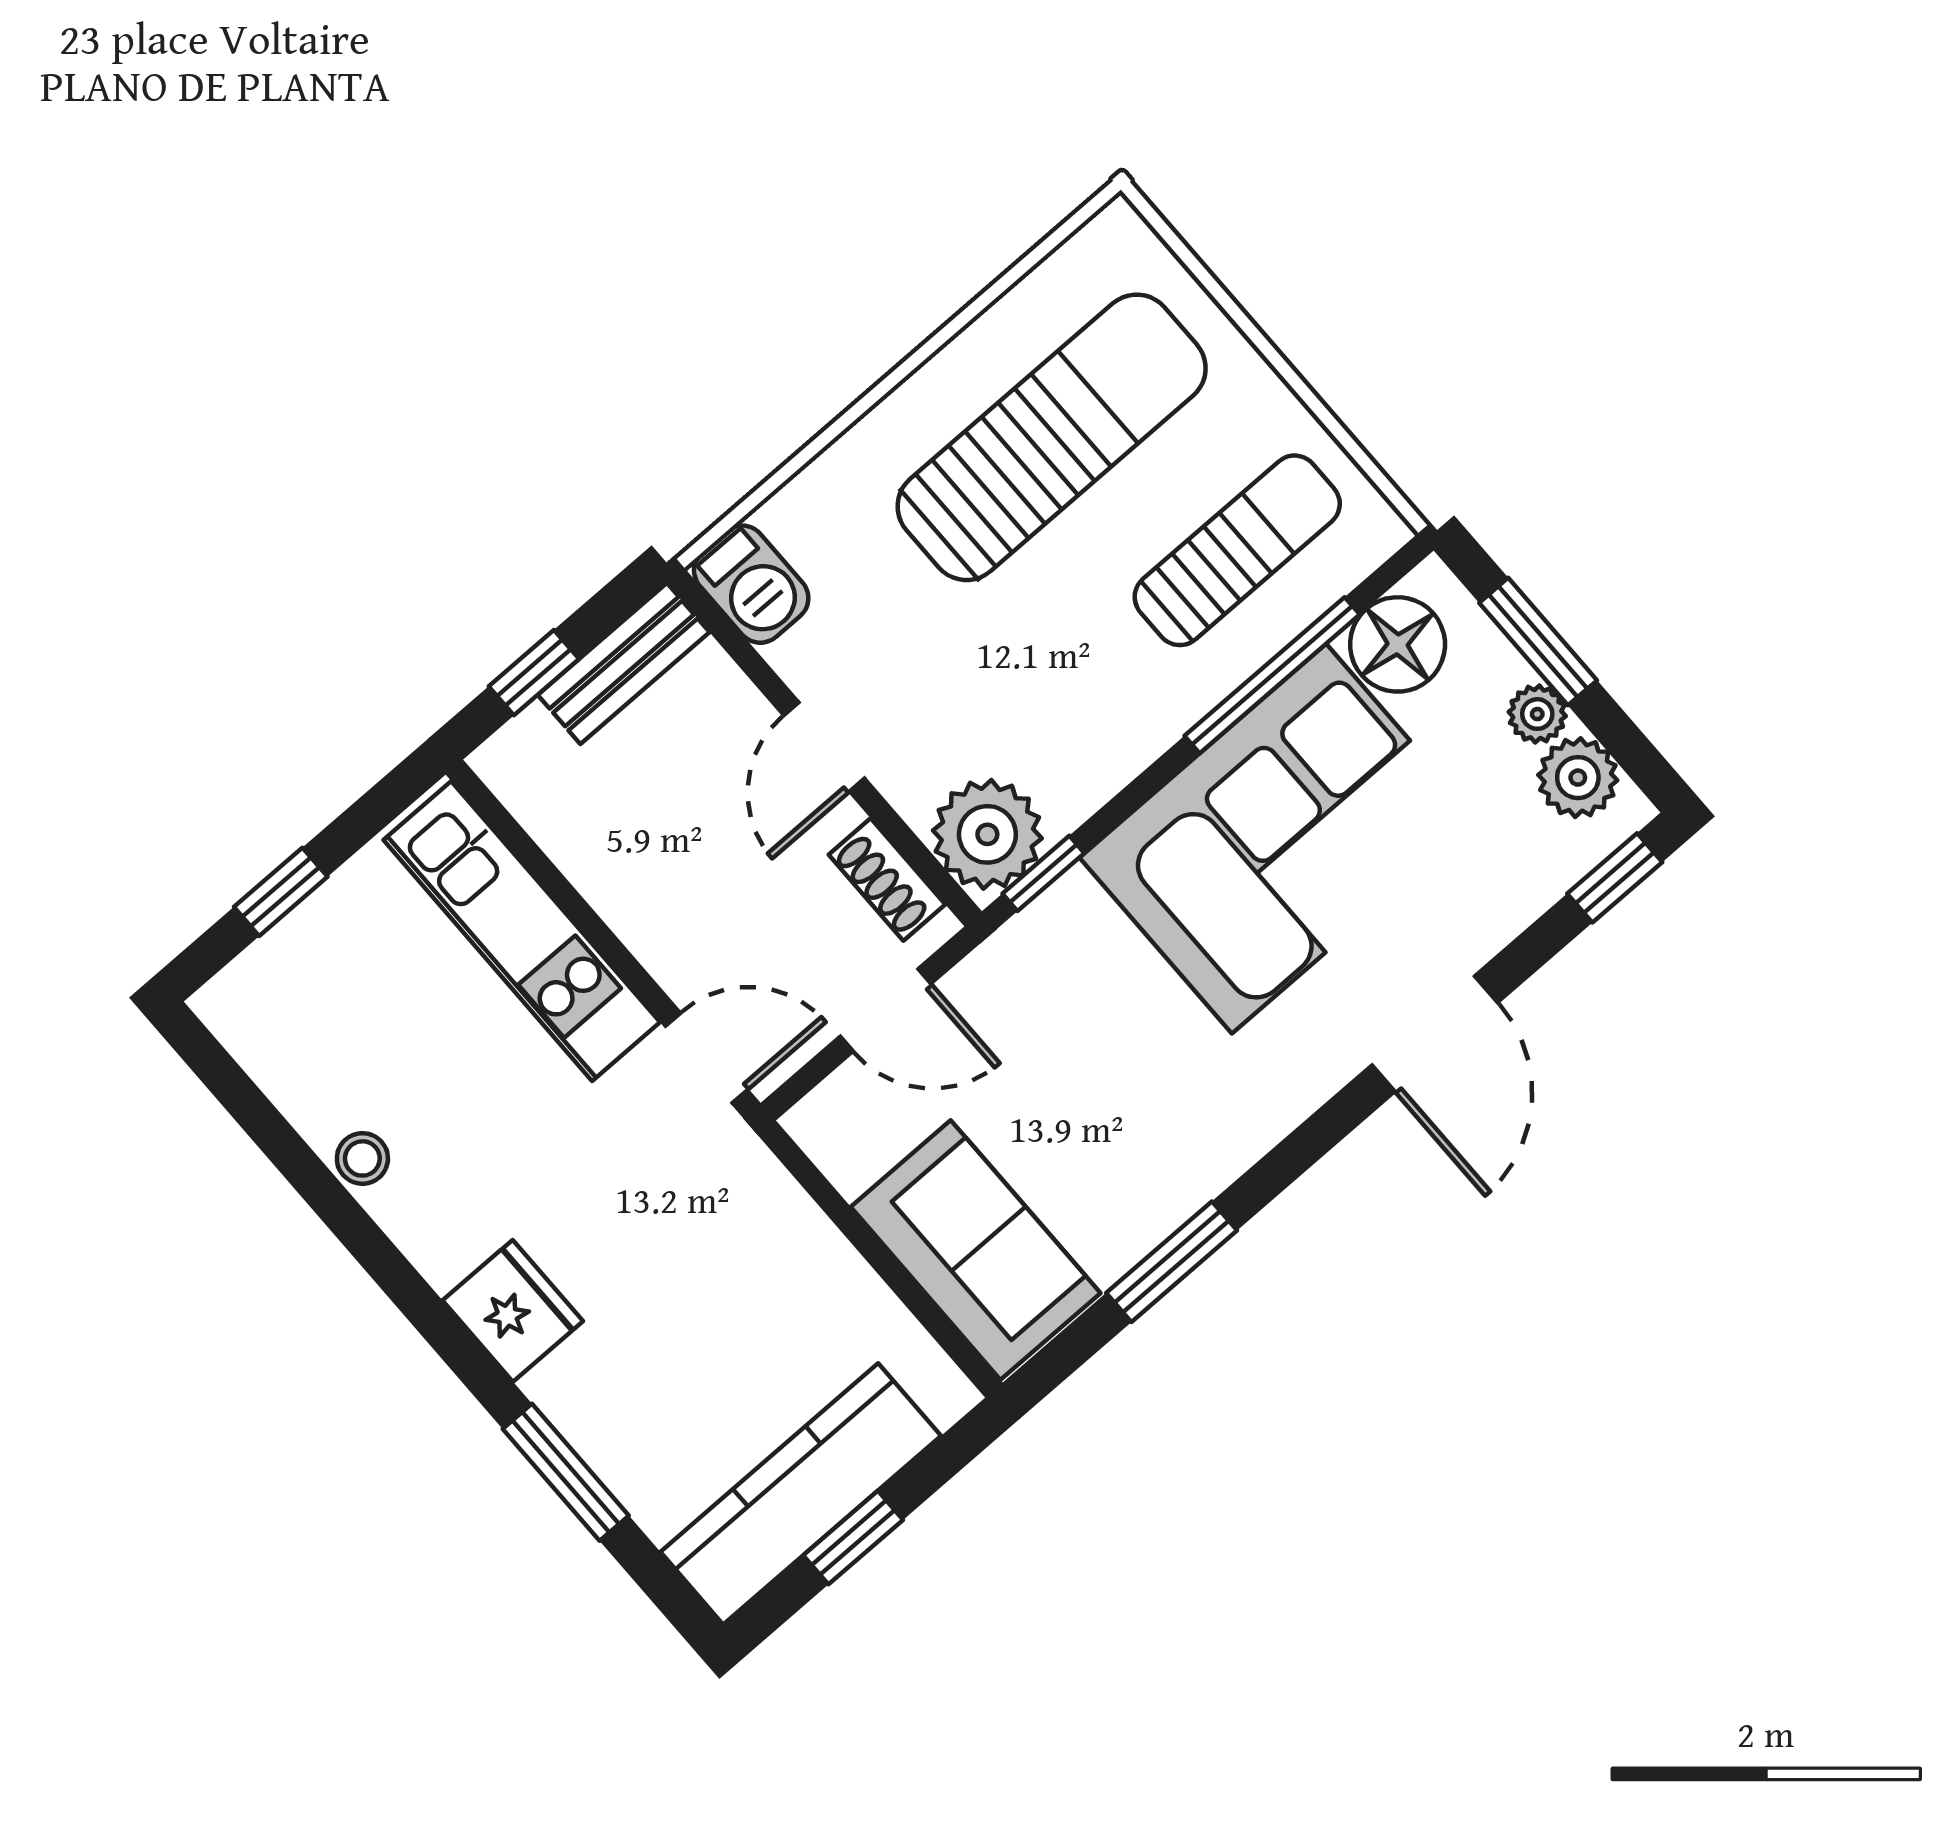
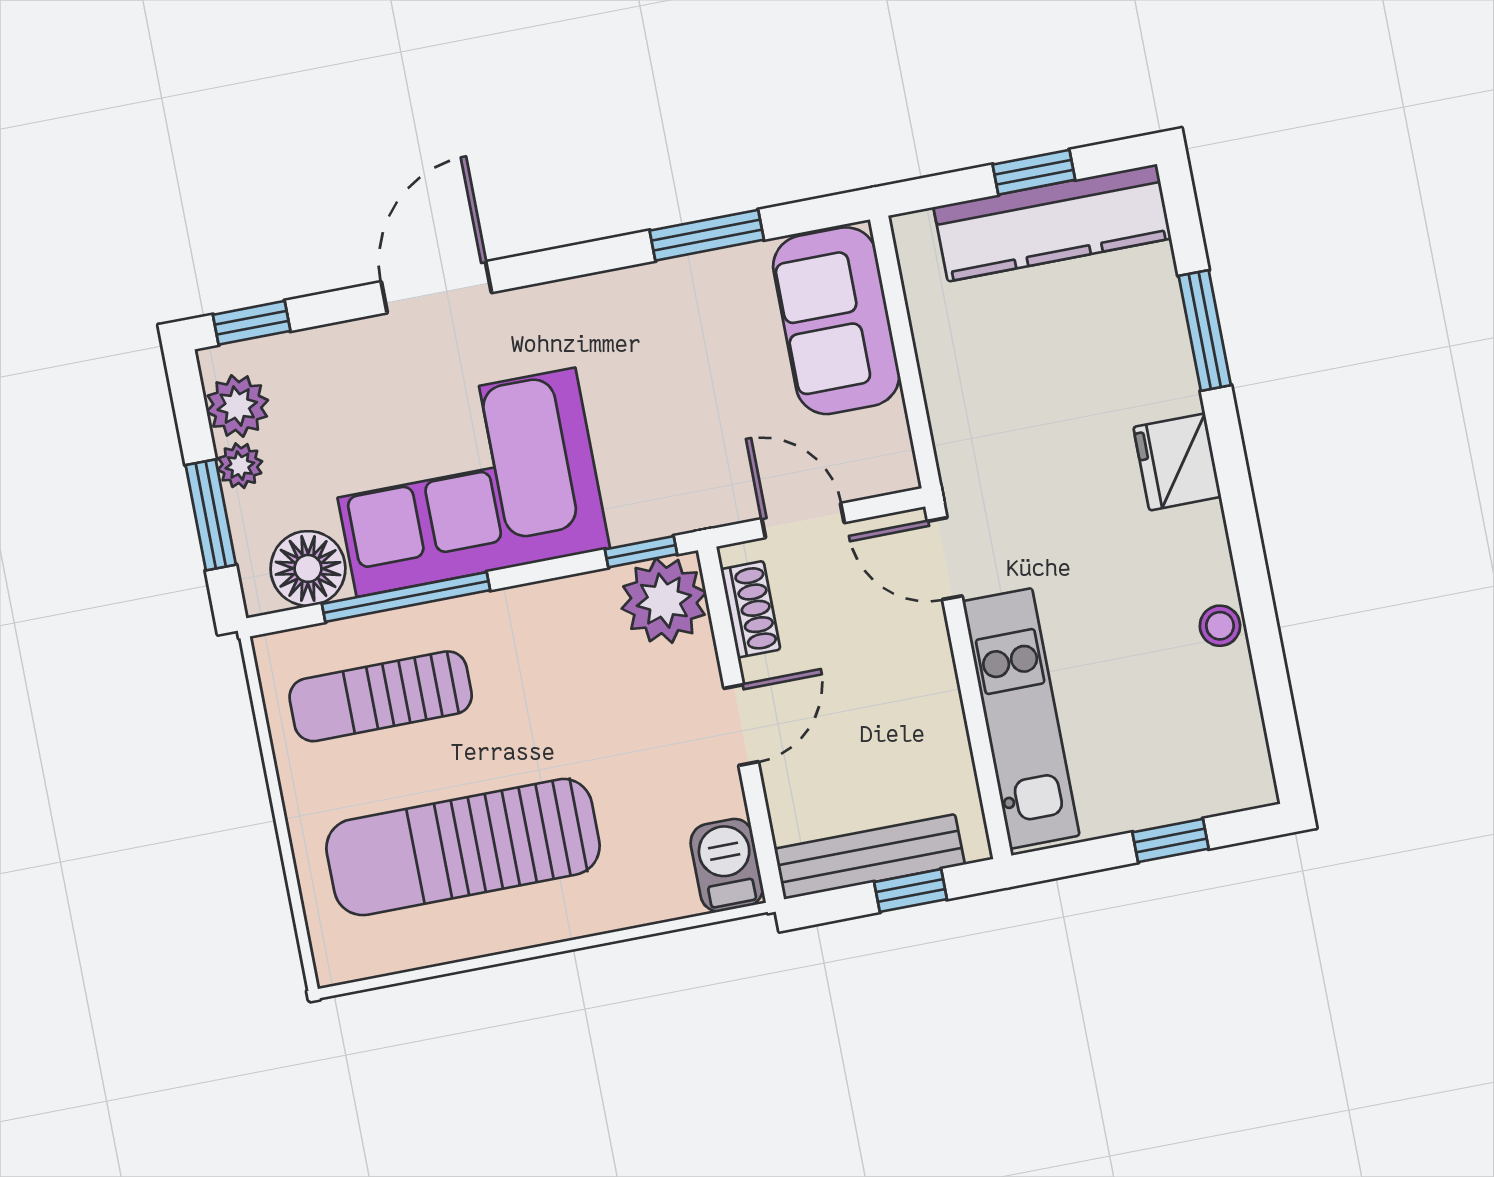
bench: (624, 664) -> (870, 857), width x1.36

